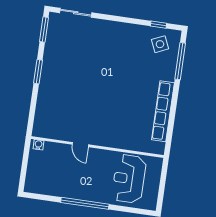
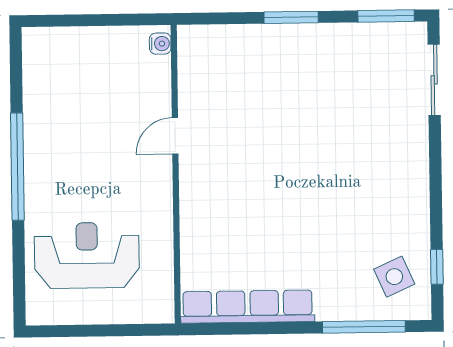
water cooler: (38, 145) -> (160, 44), moved
door: (80, 145) -> (175, 136), moved
wall: (97, 147) -> (176, 174), moved

